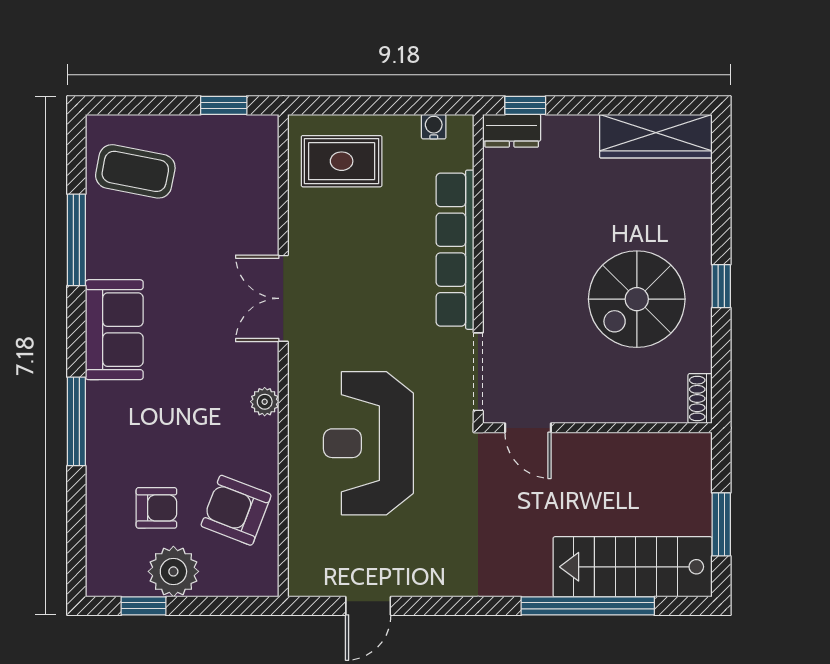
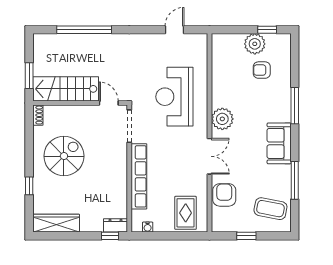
window: (224, 105) -> (246, 236), moved
rug: (342, 161) -> (186, 213), turned 90
window: (721, 286) -> (29, 186), moved
plant: (265, 402) -> (222, 119), width x1.88, depth x1.88
reception desk: (368, 443) -> (174, 97), turned 180
armchair: (236, 510) -> (224, 195), moved, turned -111
window: (721, 524) -> (29, 76), moved
stairs: (633, 567) -> (66, 89), moved, turned 180

